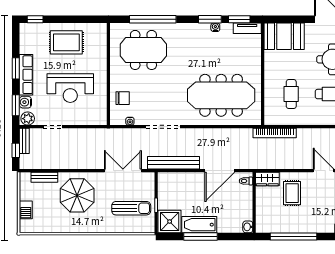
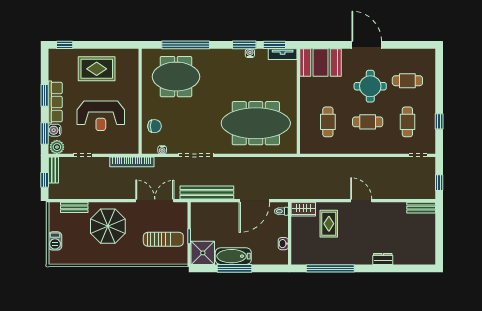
bookcase: (275, 133) -> (132, 162), moved
washbasin: (248, 227) -> (283, 244), moved

